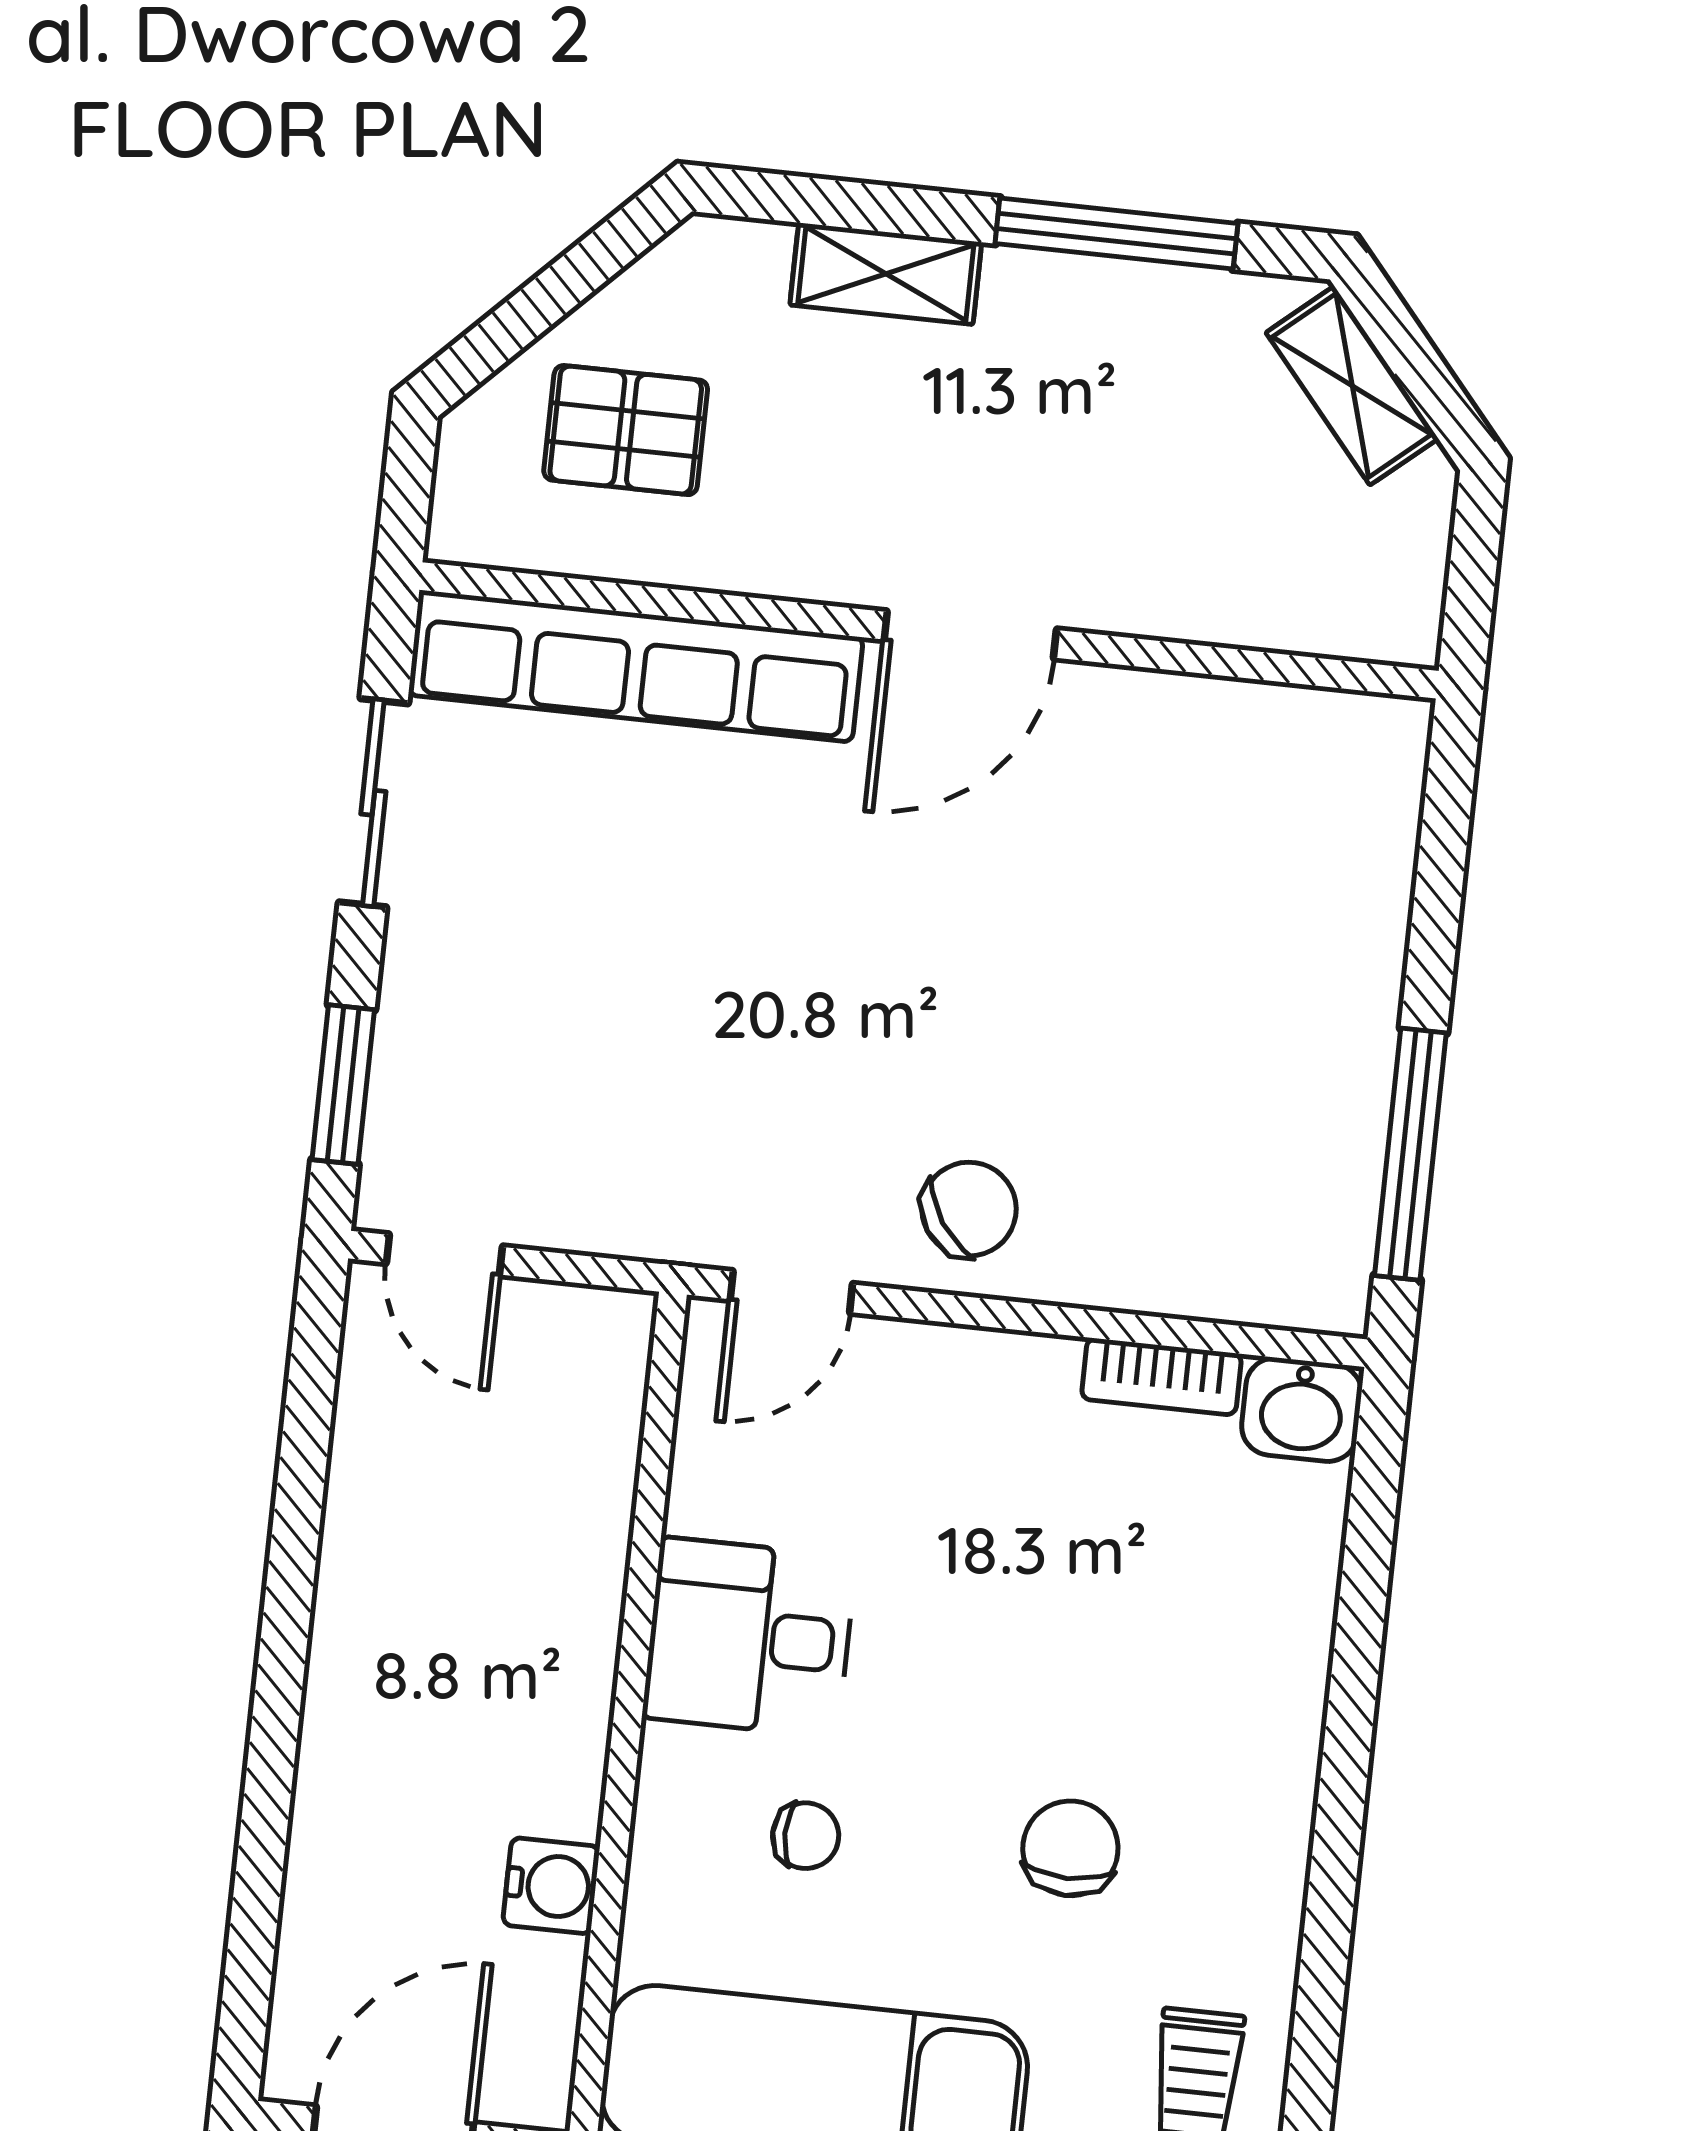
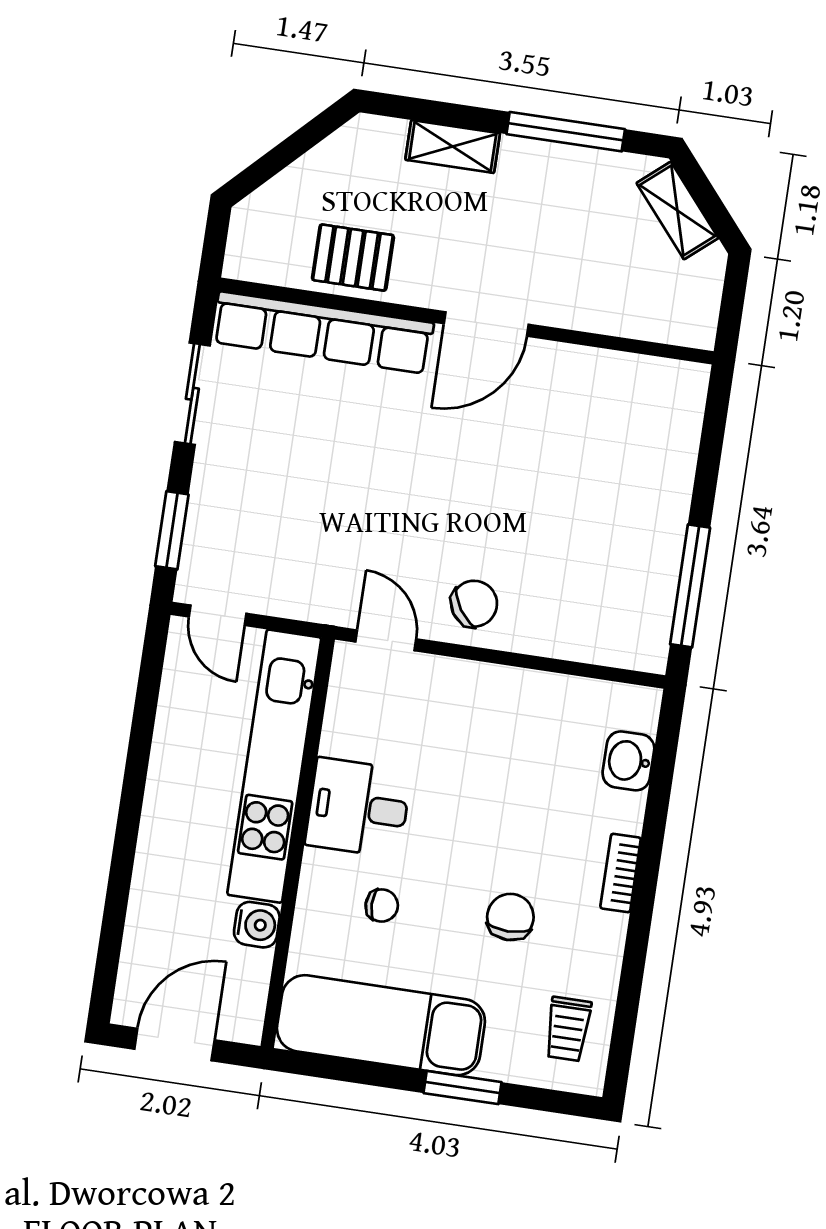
pallet: (626, 430) -> (353, 258), moved
door: (791, 1292) -> (386, 640), swing flipped
bookcase: (1162, 1376) -> (621, 873), moved, turned 90
washbasin: (1302, 1410) -> (628, 761), moved, turned 90
kitchen unit: (573, 1559) -> (274, 766), added

